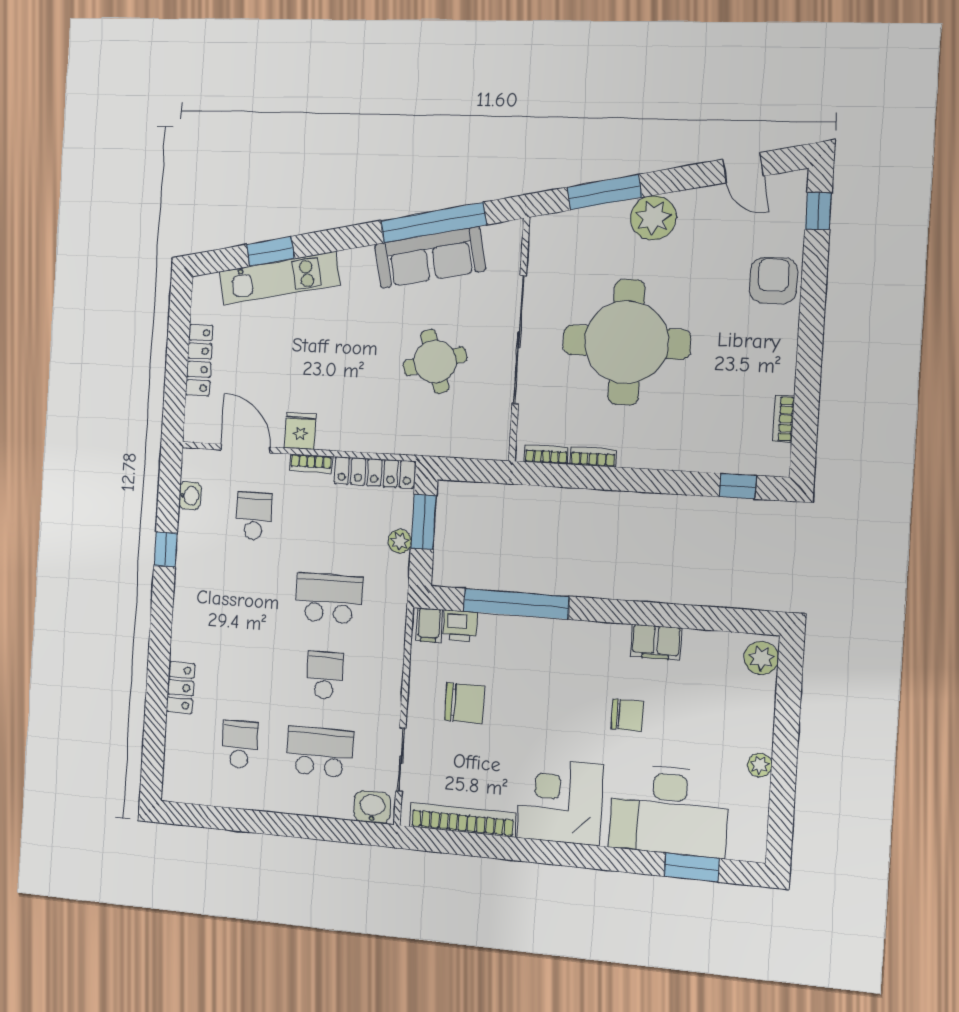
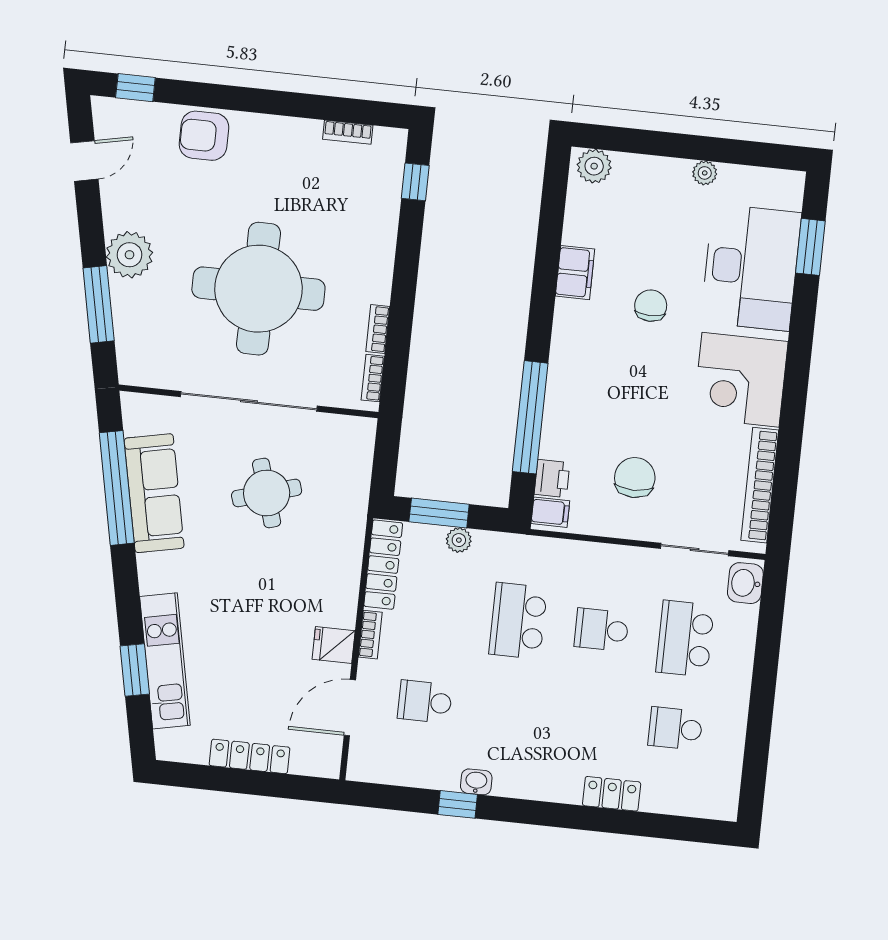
washbasin: (190, 496) -> (476, 782), moved

